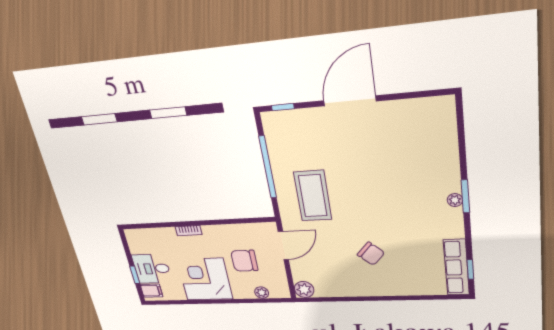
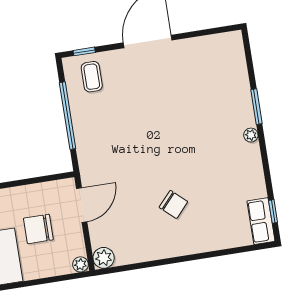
coffee table: (313, 196) -> (92, 77), moved, width x0.54, depth x0.58
window: (465, 196) -> (256, 107), moved
row of seats: (456, 267) -> (261, 221), width x0.68
plant: (262, 293) -> (80, 264), moved

